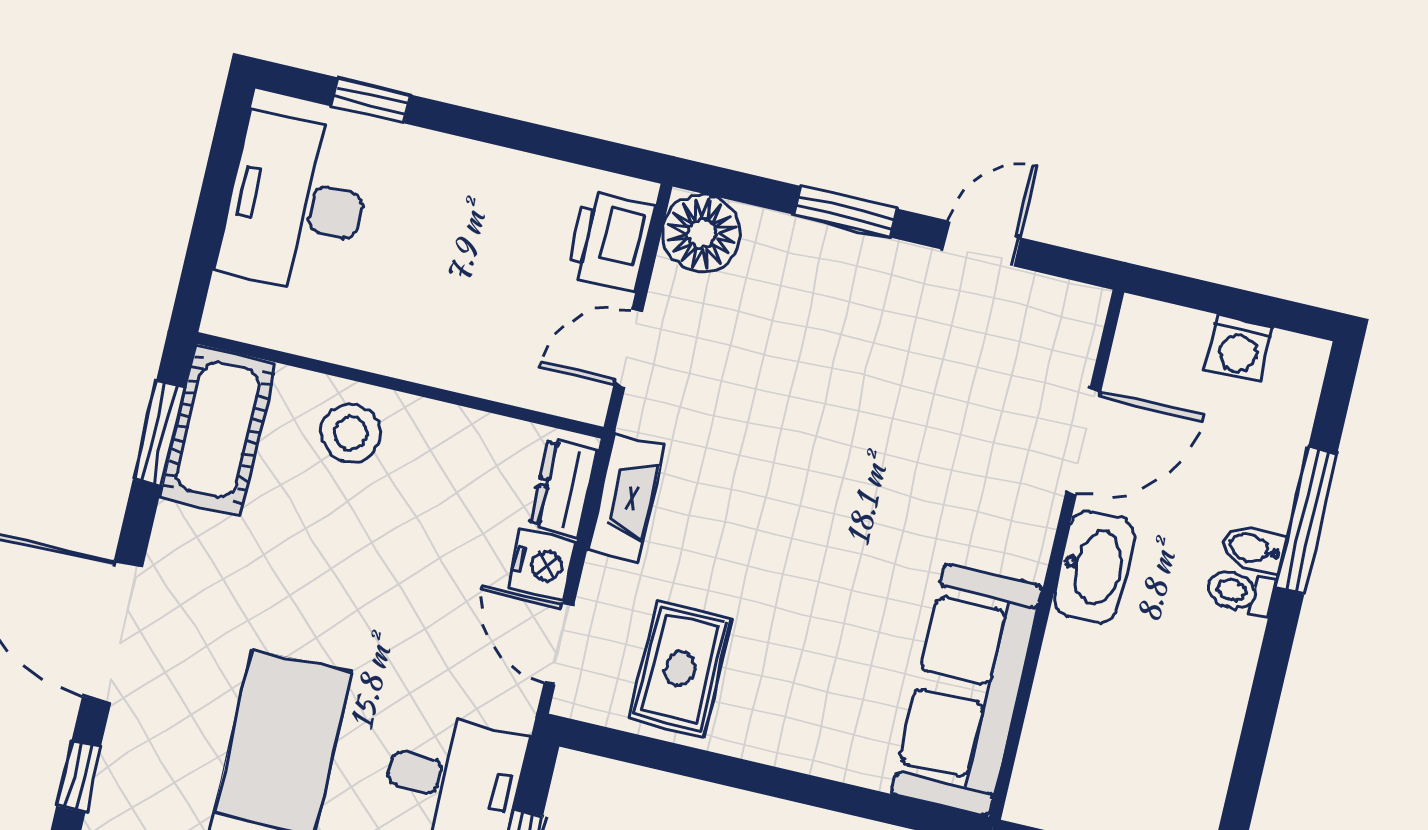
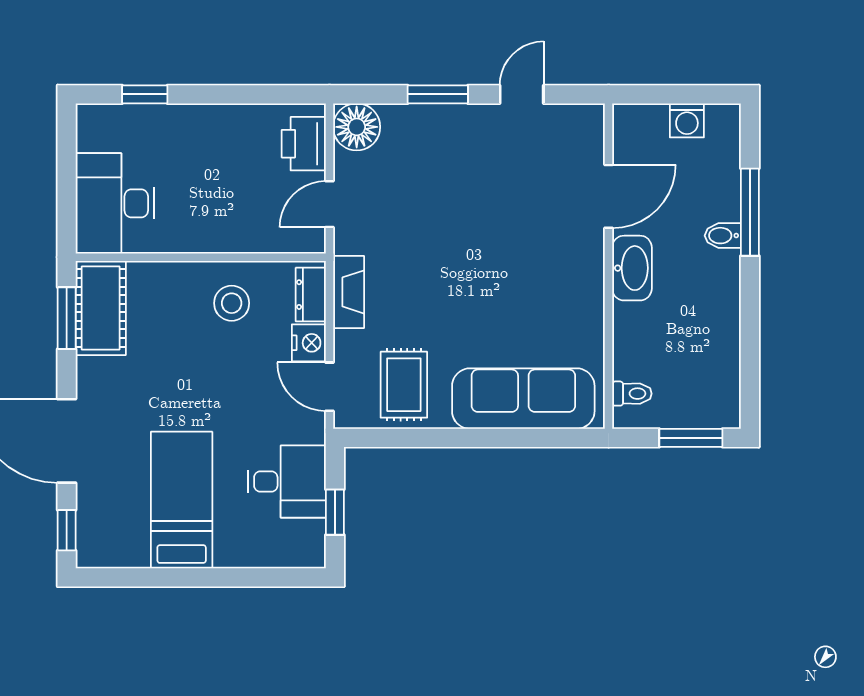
desk: (296, 203) -> (115, 203), moved
stool: (351, 433) -> (232, 303), moved
toilet: (1240, 592) -> (632, 394), moved, turned 180
sofa: (967, 690) -> (523, 399), moved, turned 90

